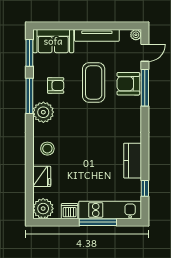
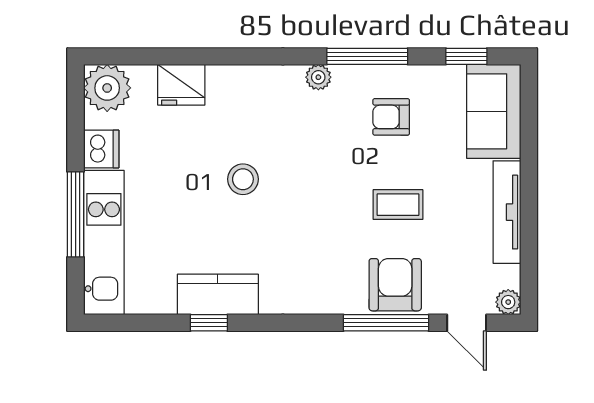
window: (29, 53) -> (466, 56), width x0.67
coffee table: (94, 83) -> (398, 205), width x0.54, depth x0.58
armchair: (56, 85) -> (391, 117), turned 90
plant: (43, 112) -> (318, 77), width x0.53, depth x0.53
stool: (47, 149) -> (243, 179), moved
window: (145, 188) -> (209, 323), moved

